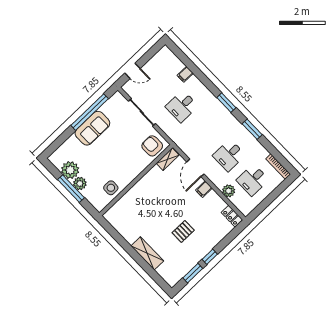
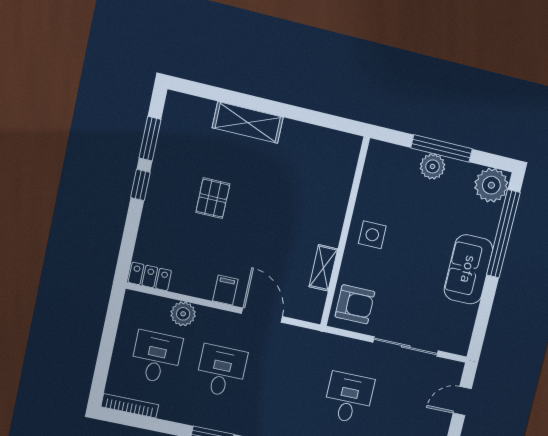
window: (90, 112) -> (503, 234), moved
shelving: (168, 159) -> (323, 268), moved
plant: (70, 170) -> (491, 185), moved
side table: (111, 188) -> (372, 235), moved

